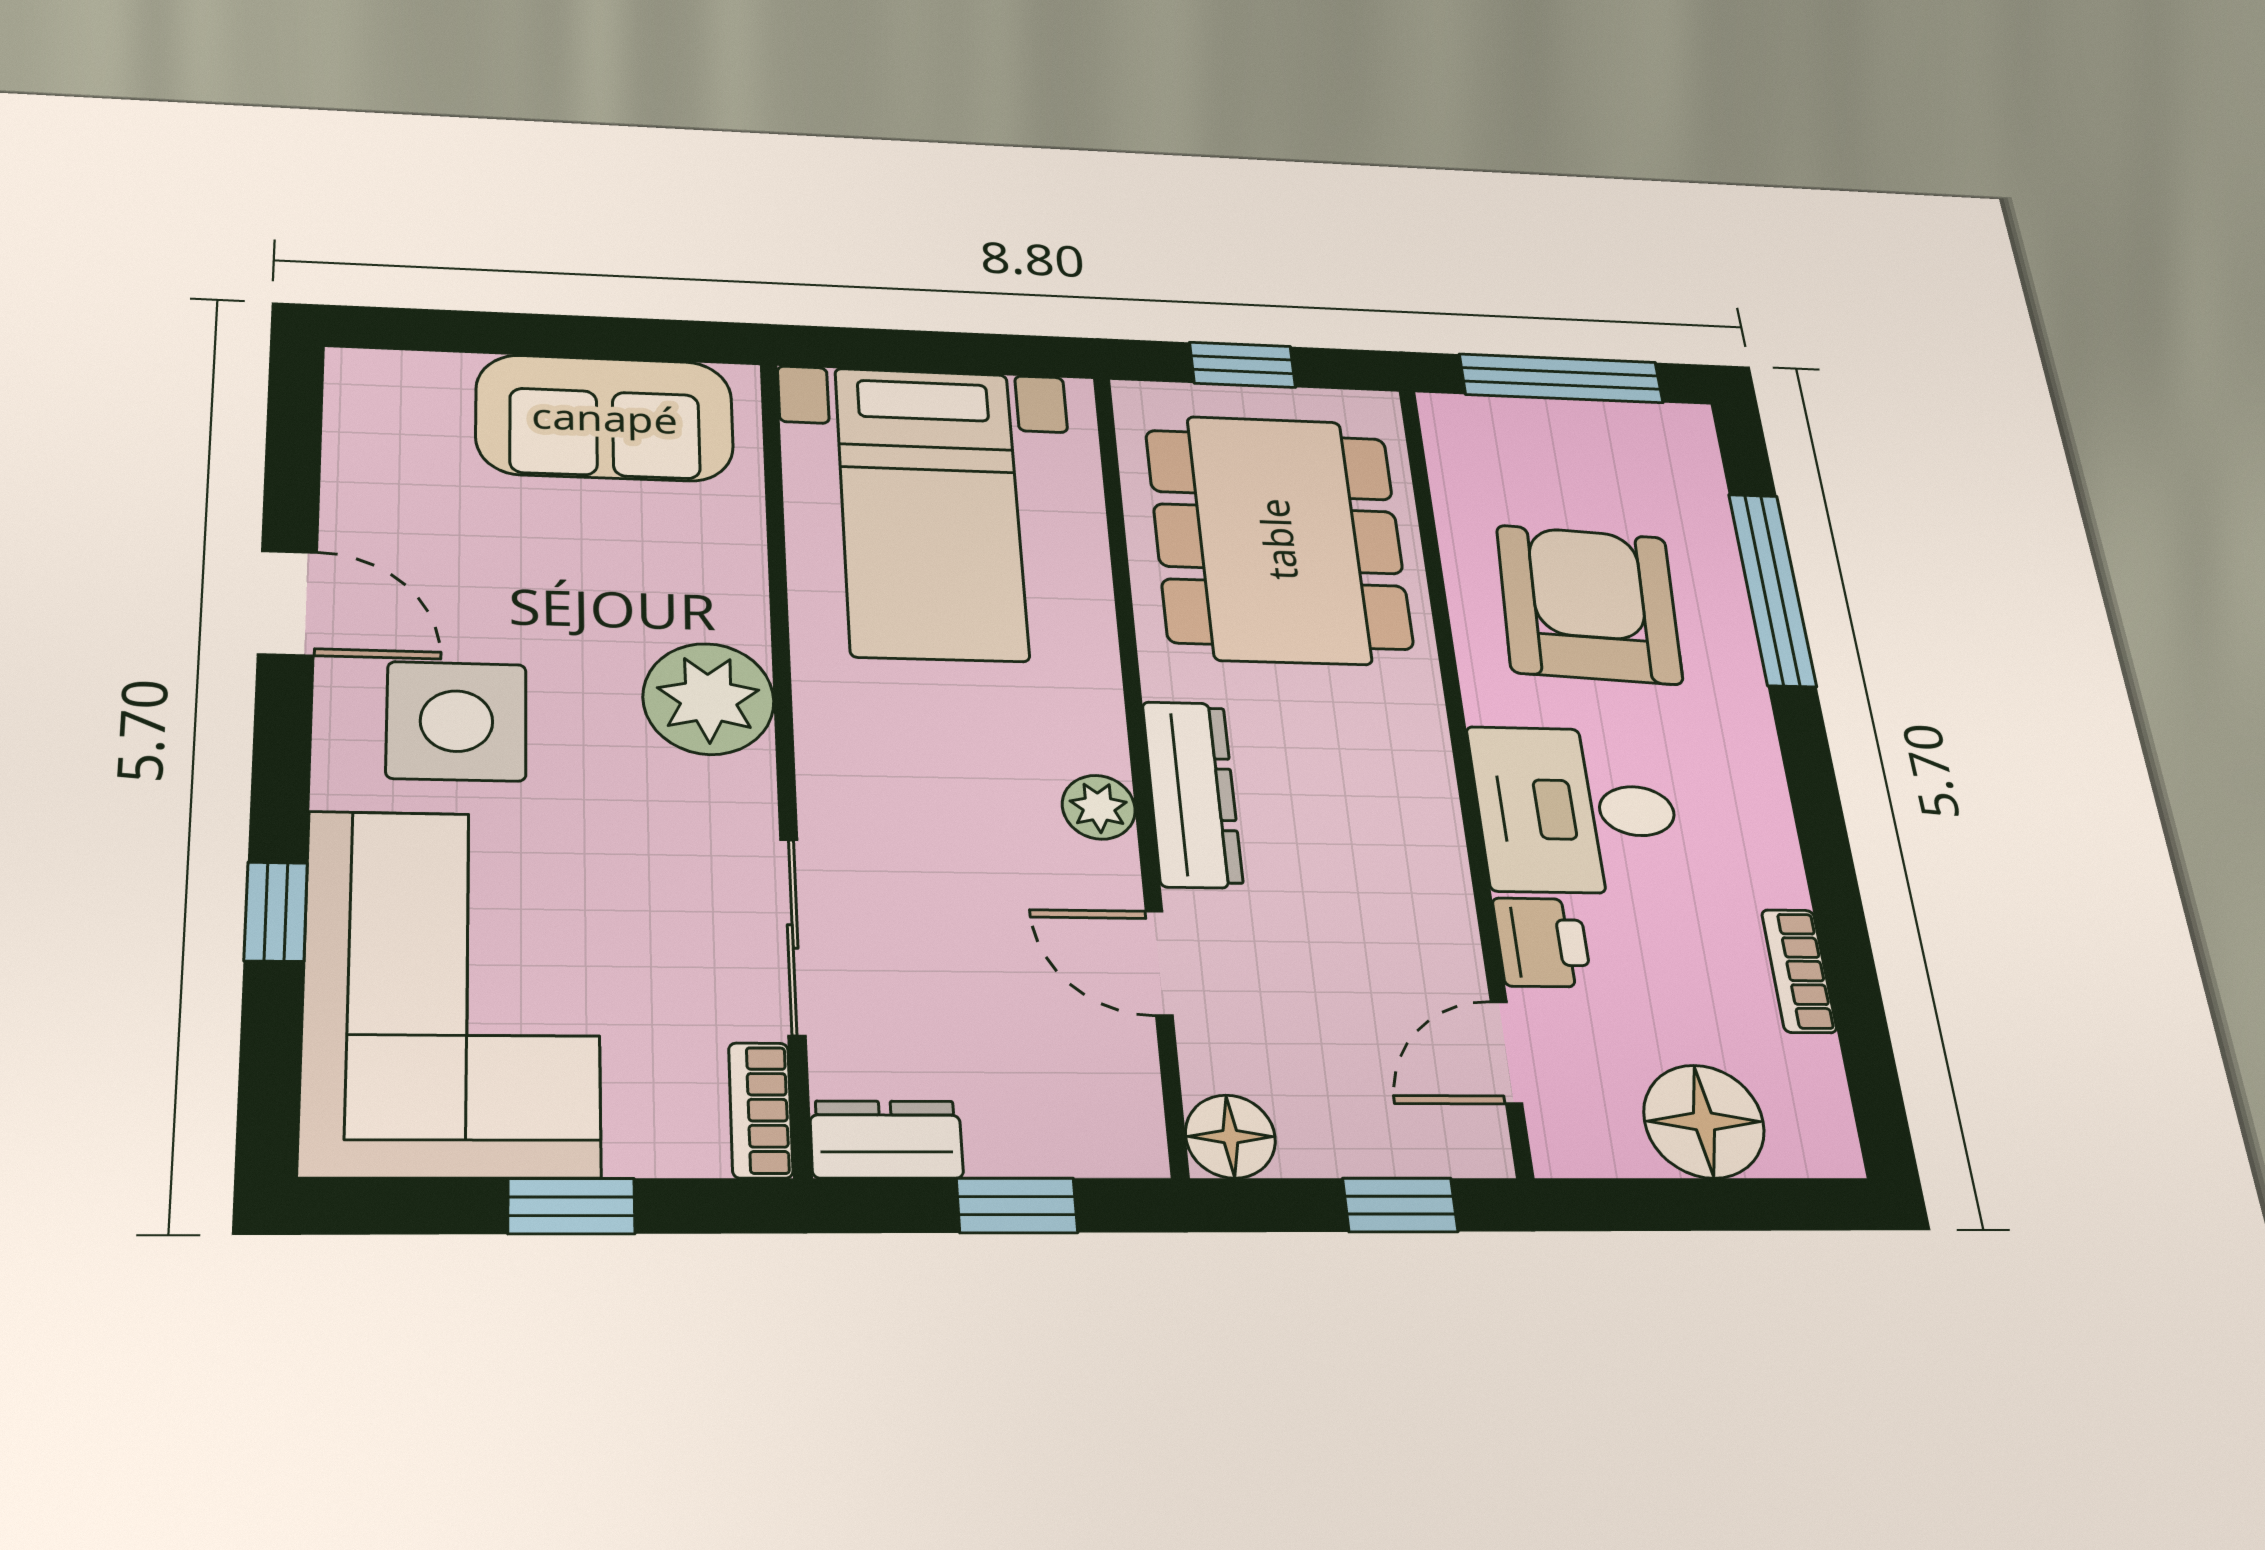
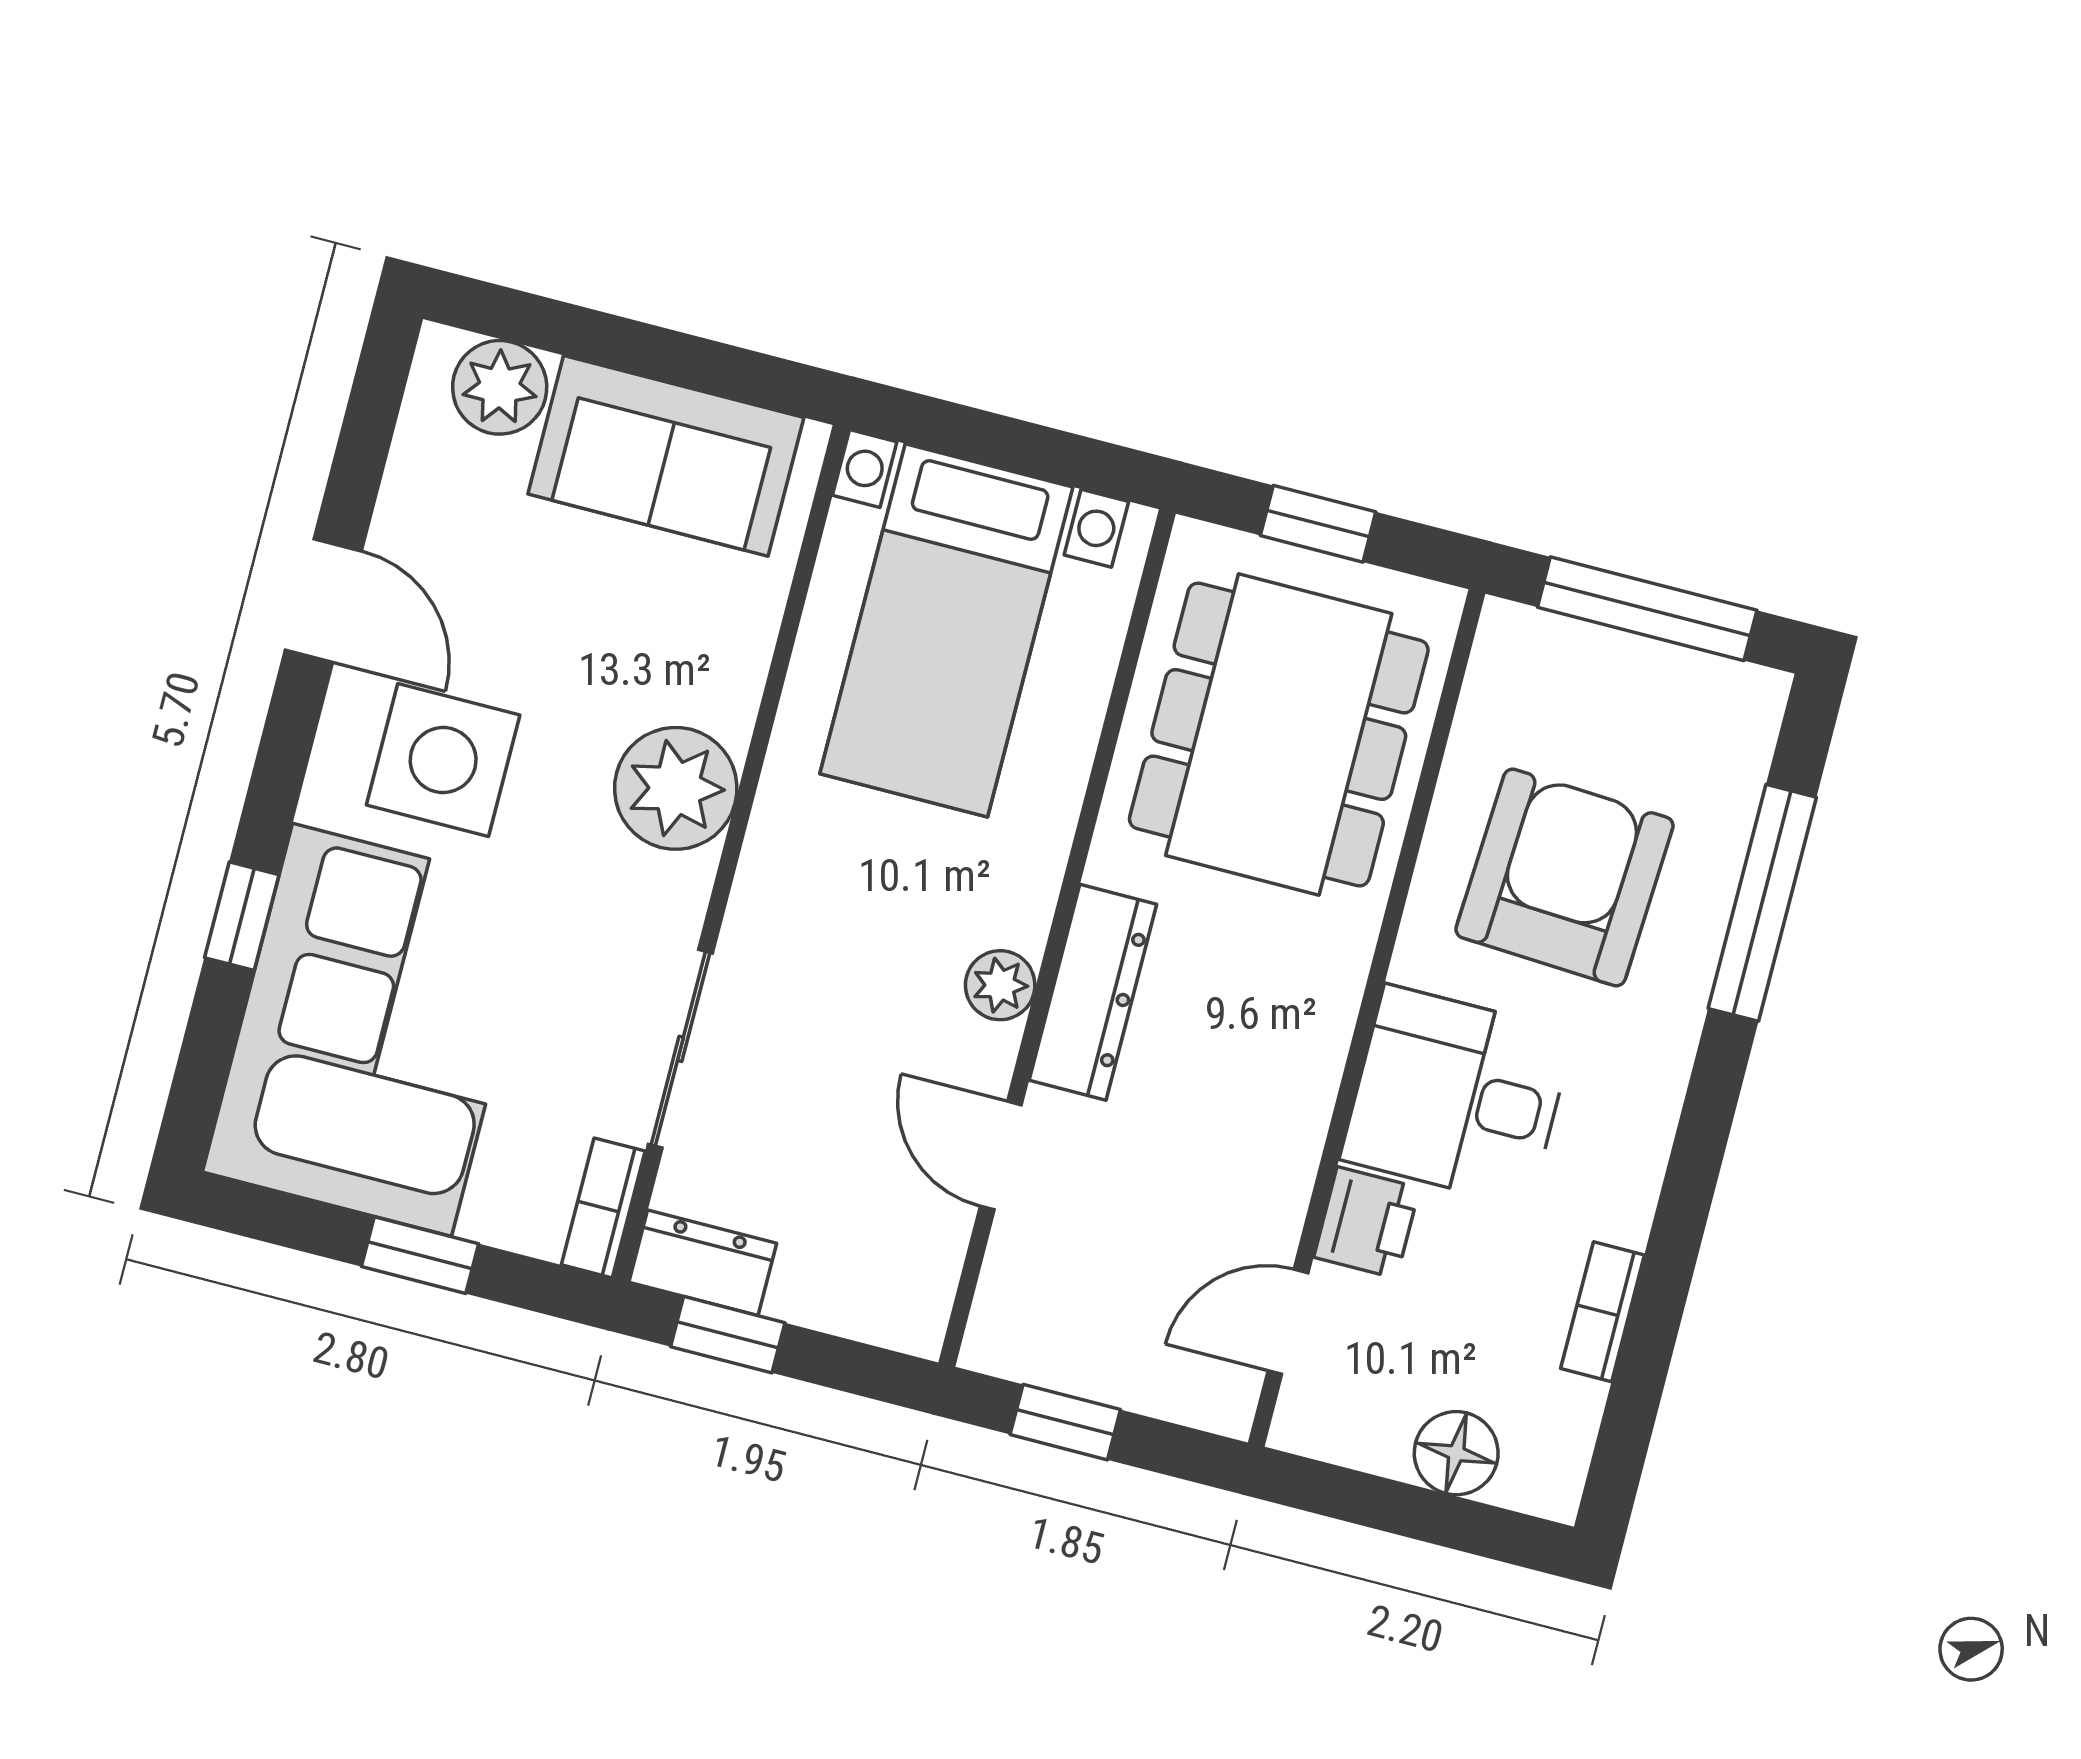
plant: (420, 390) -> (500, 387), added
floor lamp: (1704, 1121) -> (1456, 1453), width x0.73, depth x0.73
floor lamp: (1230, 1137) -> (1005, 1337), removed
window: (1400, 1205) -> (1065, 1422), moved
window: (1017, 1206) -> (728, 1335), moved

